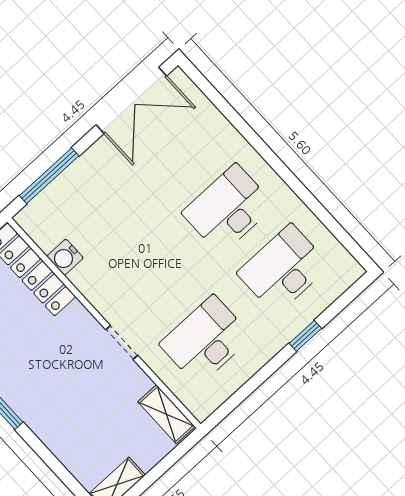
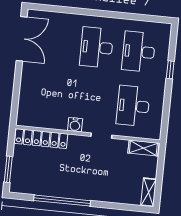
window: (49, 176) -> (16, 96), removed
water cooler: (65, 257) -> (75, 125), moved

